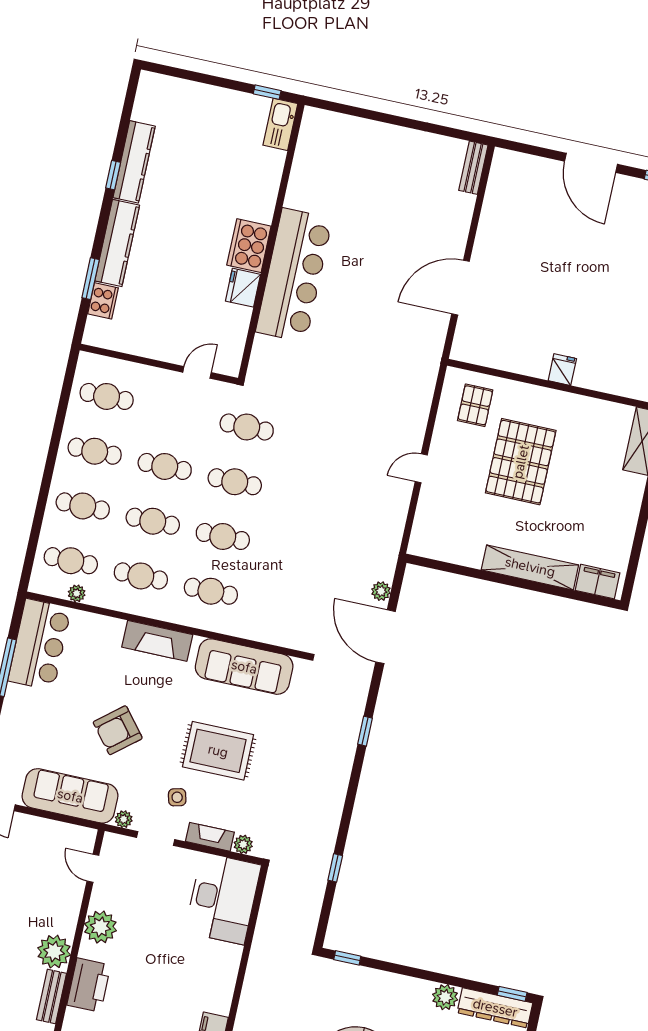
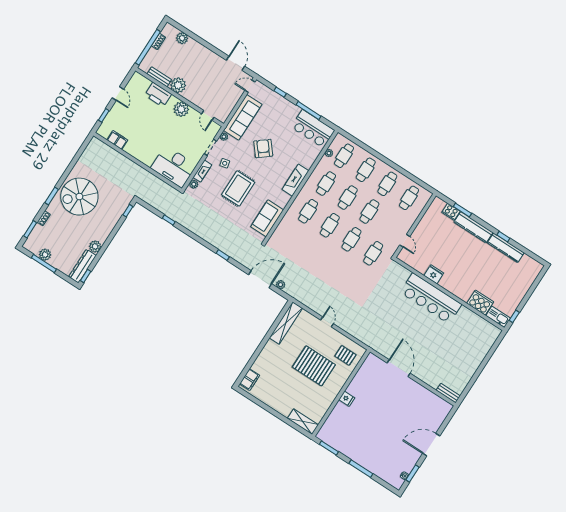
cooker: (249, 246) -> (480, 303), moved
shelving: (530, 567) -> (286, 323), moved
sofa: (244, 667) -> (267, 218), width x0.73
door: (93, 868) -> (208, 115), swing flipped

